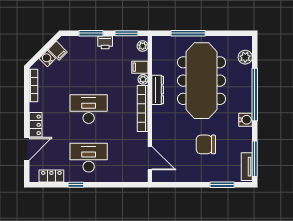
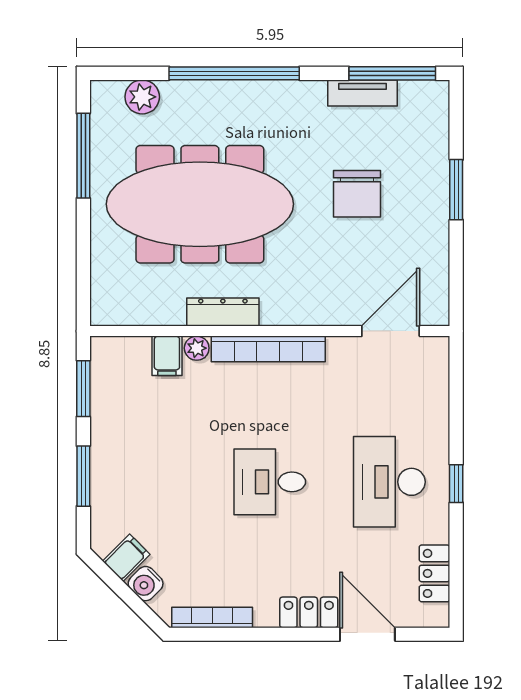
window: (188, 33) -> (83, 156), moved
printer: (105, 42) -> (106, 441), removed
plant: (143, 46) -> (115, 349), removed
desk: (89, 109) -> (270, 482), width x0.73
water cooler: (246, 120) -> (296, 96), removed
tv unit: (247, 167) -> (362, 93), moved
window: (76, 185) -> (456, 484), moved
window: (222, 185) -> (456, 190), moved

